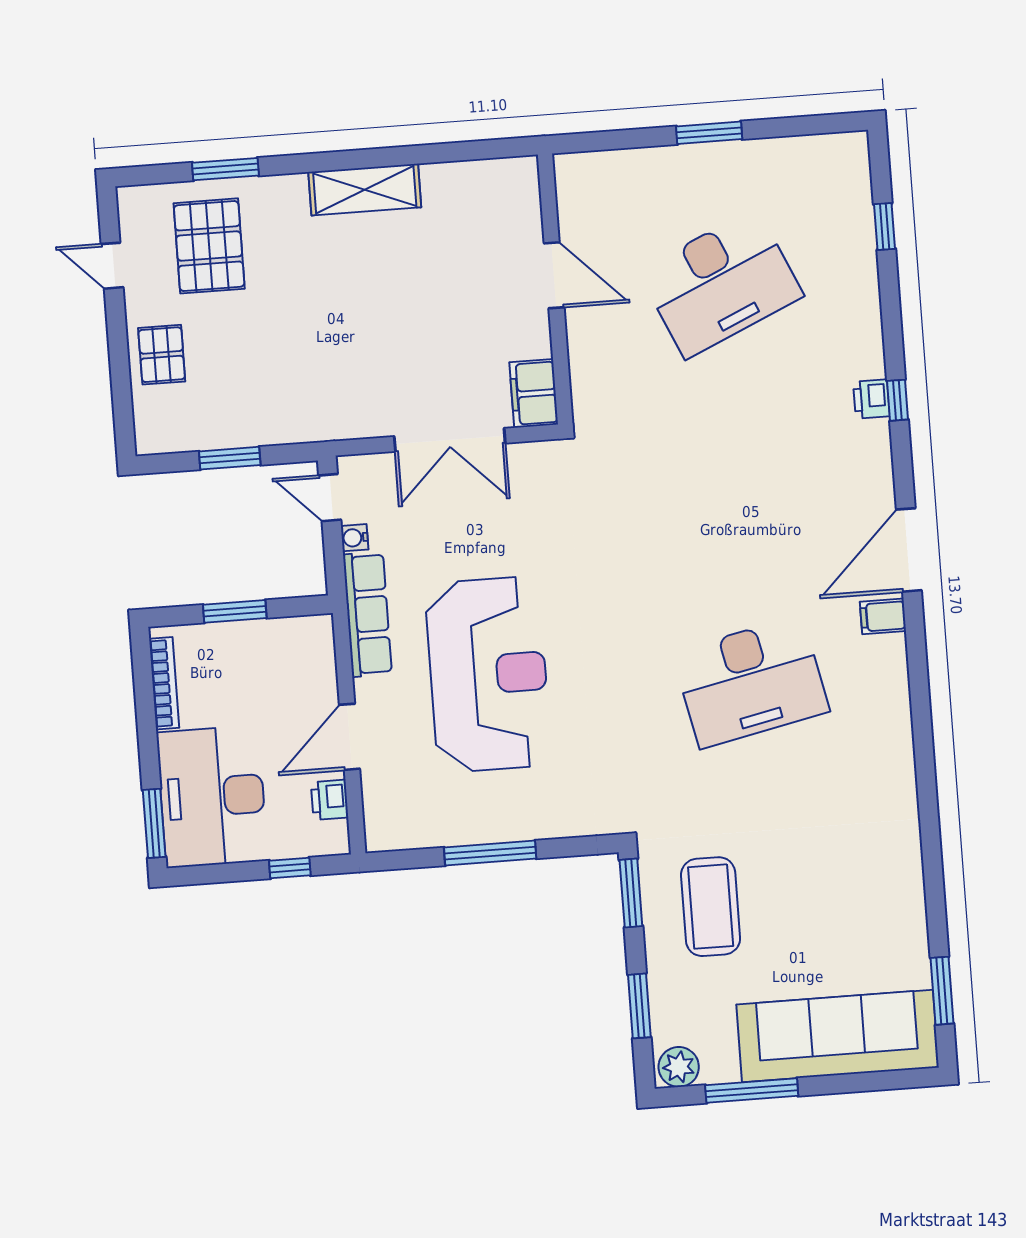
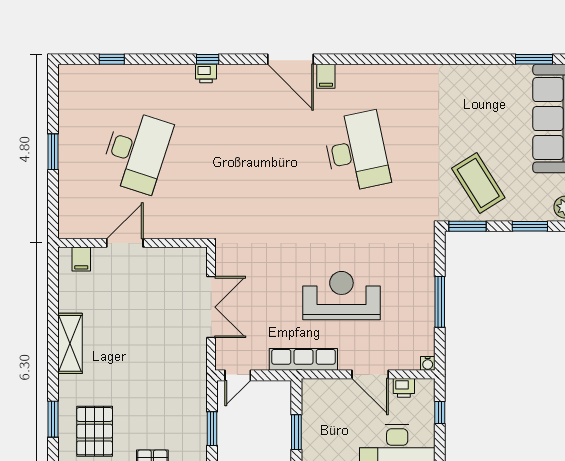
pallet: (209, 246) -> (95, 431), turned 90
desk: (721, 283) -> (136, 152), turned 42
filing cabinet: (534, 393) -> (81, 259), moved, width x0.50
water cooler: (354, 538) -> (428, 363), moved
reception desk: (488, 674) -> (341, 296), width x0.74, depth x0.77
coffee table: (711, 907) -> (478, 183), turned 58

